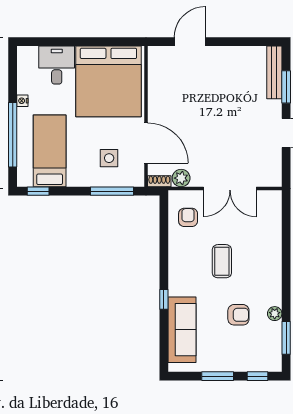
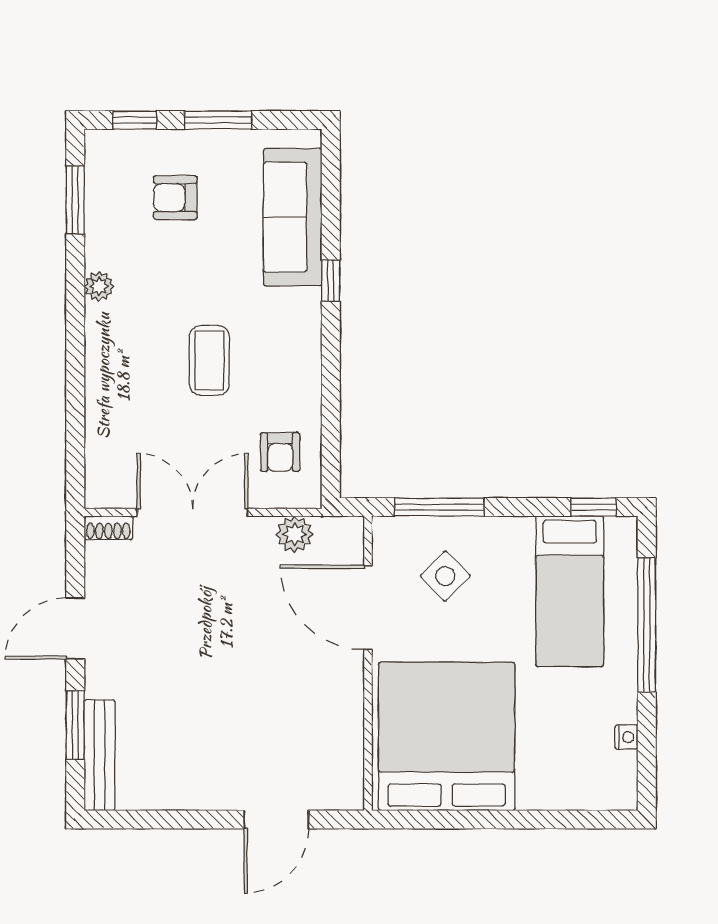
desk: (57, 65) -> (555, 771), removed
nightstand: (22, 101) -> (626, 737), moved
side table: (109, 158) -> (445, 576), turned 45
shoe rack: (159, 181) -> (108, 528), moved
plant: (275, 314) -> (99, 286), moved
armchair: (238, 315) -> (175, 198), moved

